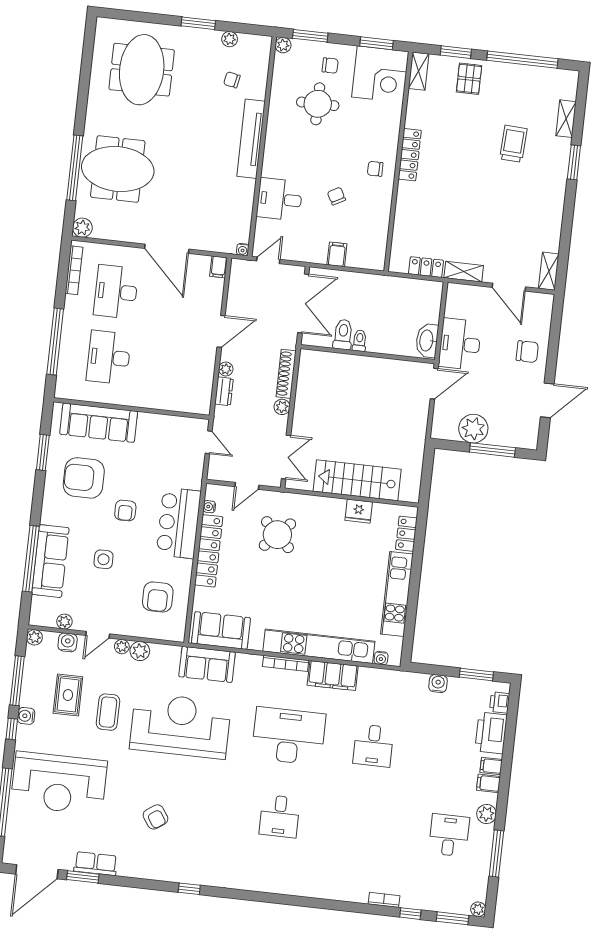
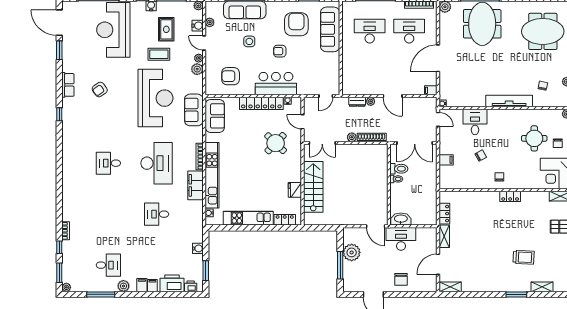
locker: (410, 155) -> (510, 196), width x0.66
rug: (68, 695) -> (166, 29), turned 90
row of seats: (96, 864) -> (68, 85), moved

